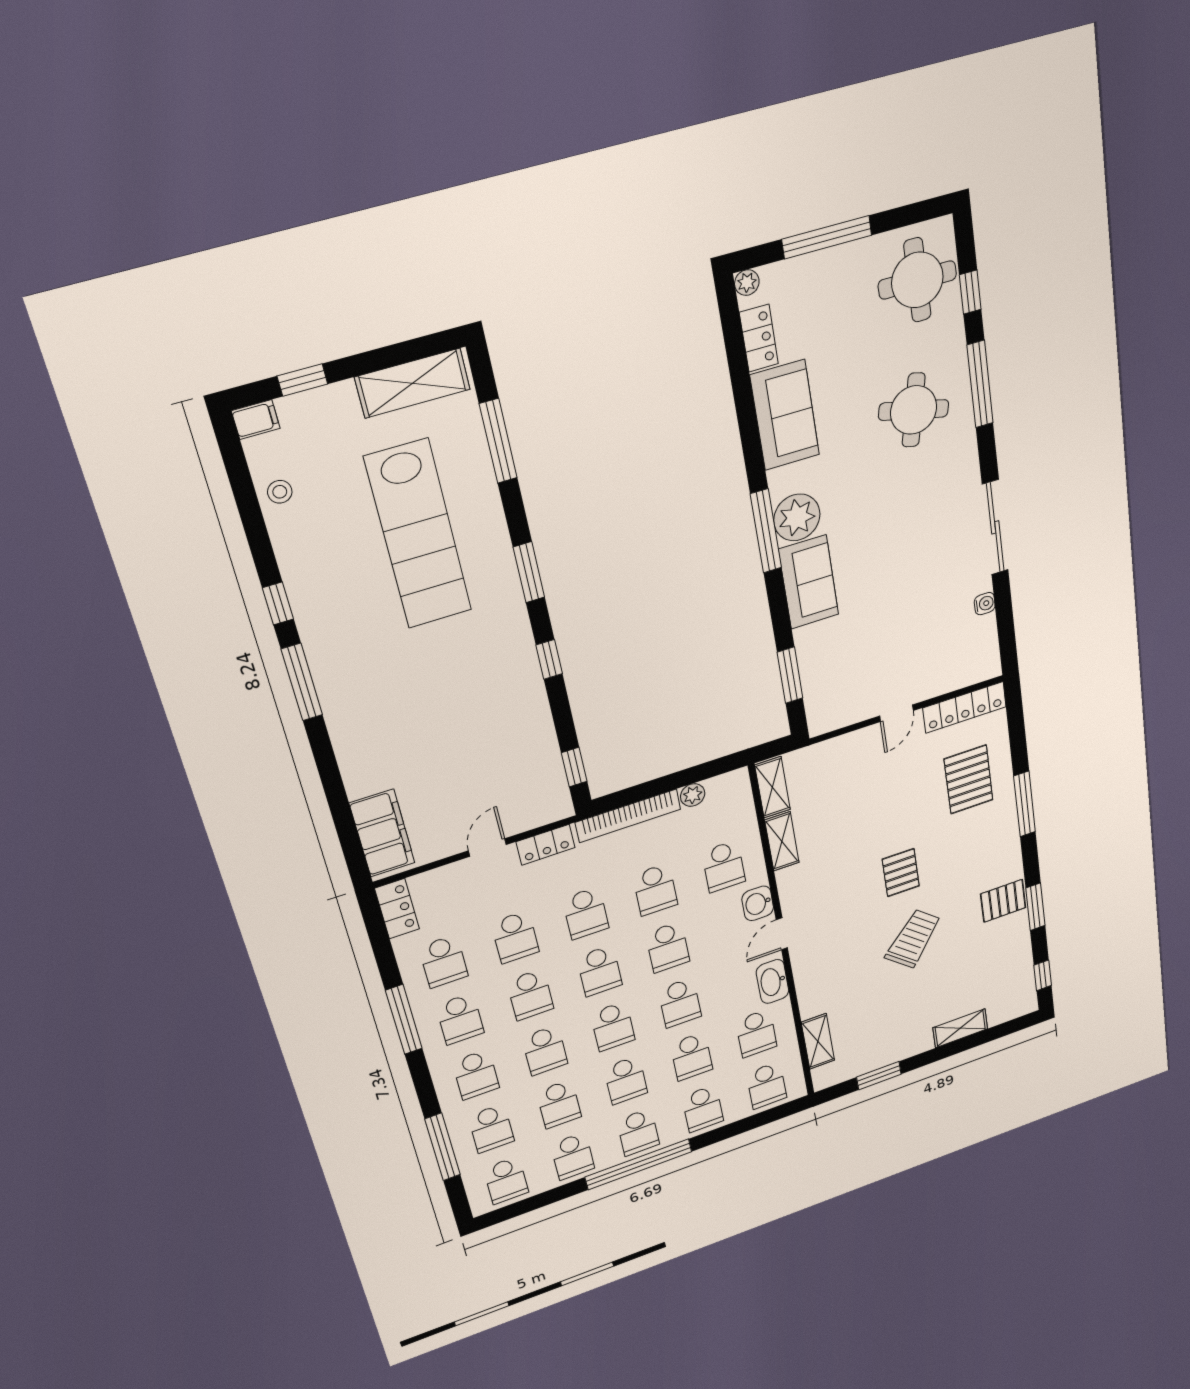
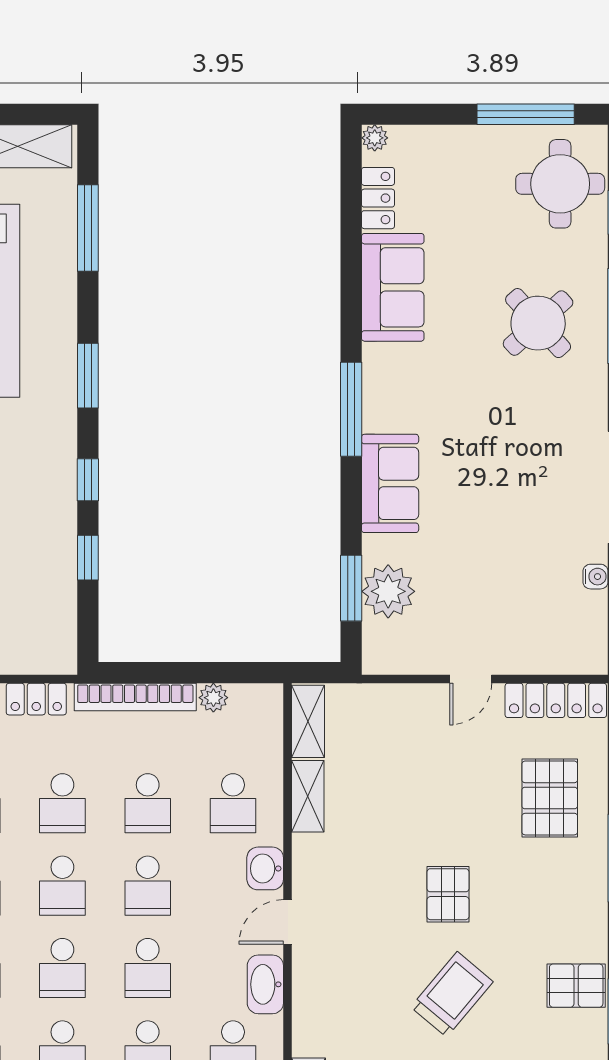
window: (827, 237) -> (526, 114), moved
round table: (914, 410) -> (538, 323), turned 35
plant: (797, 517) -> (388, 591), moved
window: (574, 767) -> (88, 558), moved

